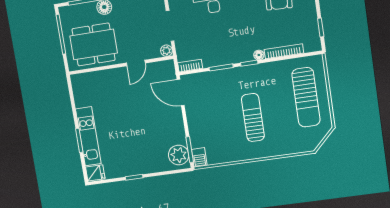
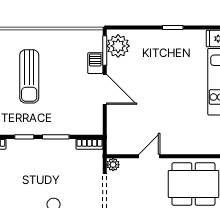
floor lamp: (259, 55) -> (13, 144), removed
door: (181, 93) -> (105, 89), moved
barbecue: (199, 157) -> (95, 63), moved

